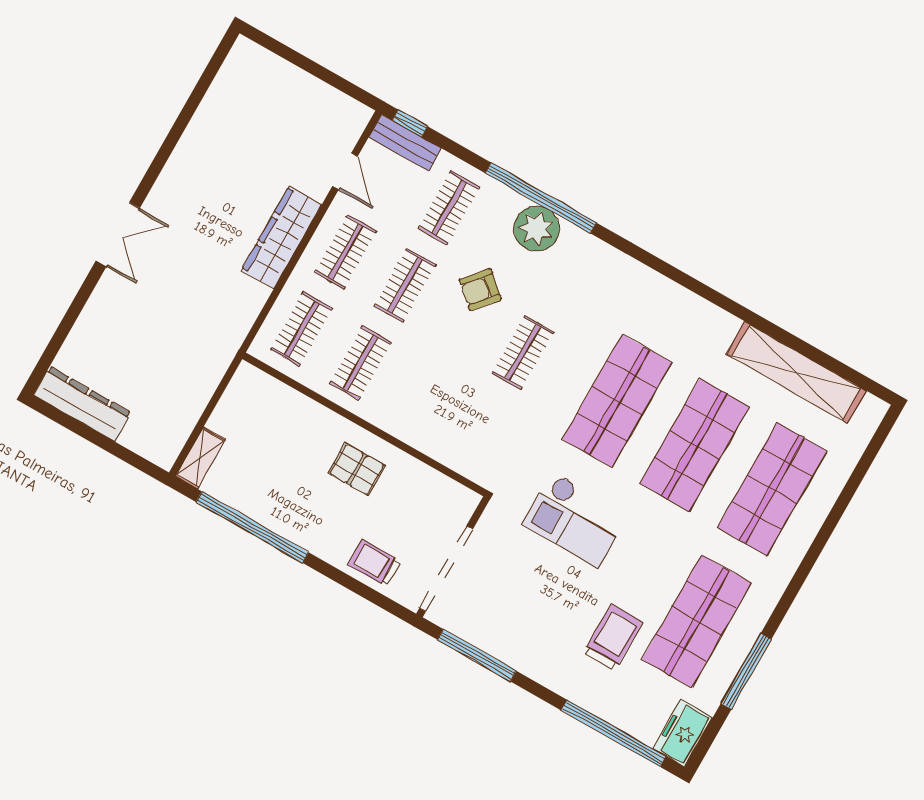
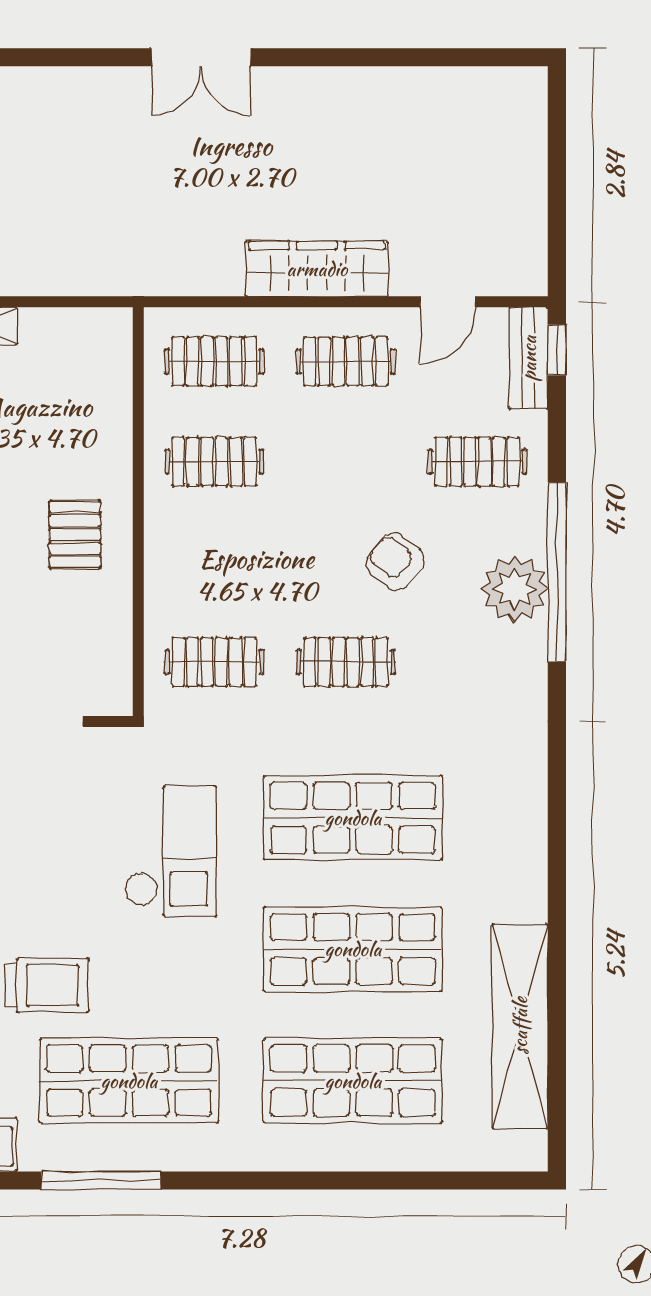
clothes rail: (405, 285) -> (214, 662), moved
checkout: (575, 519) -> (171, 851), turned 180

